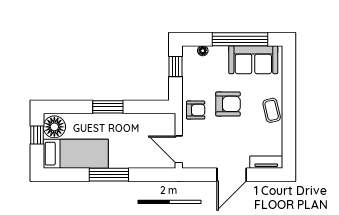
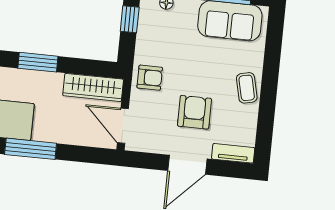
armchair: (228, 104) -> (194, 112), moved, turned -90
wardrobe: (153, 122) -> (93, 87), added

